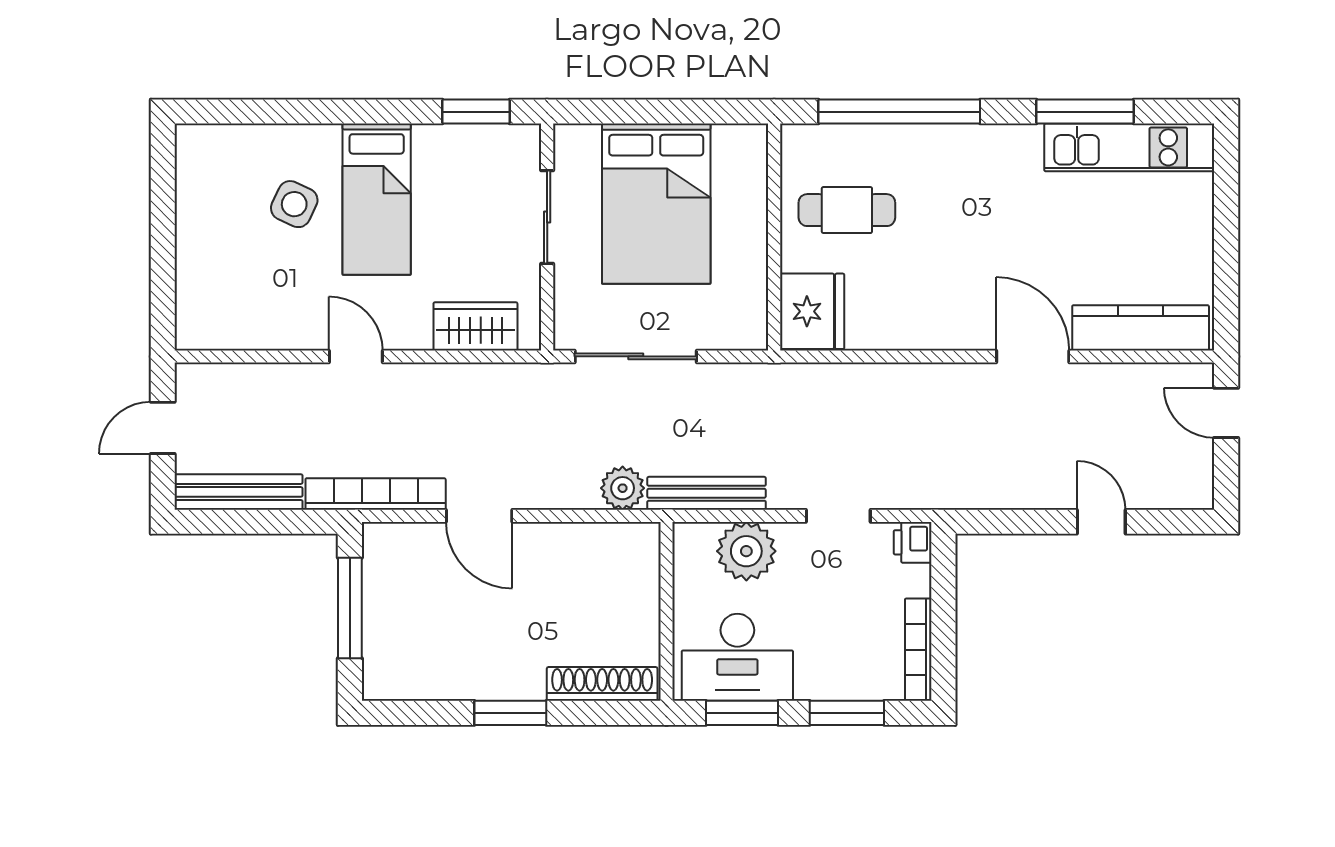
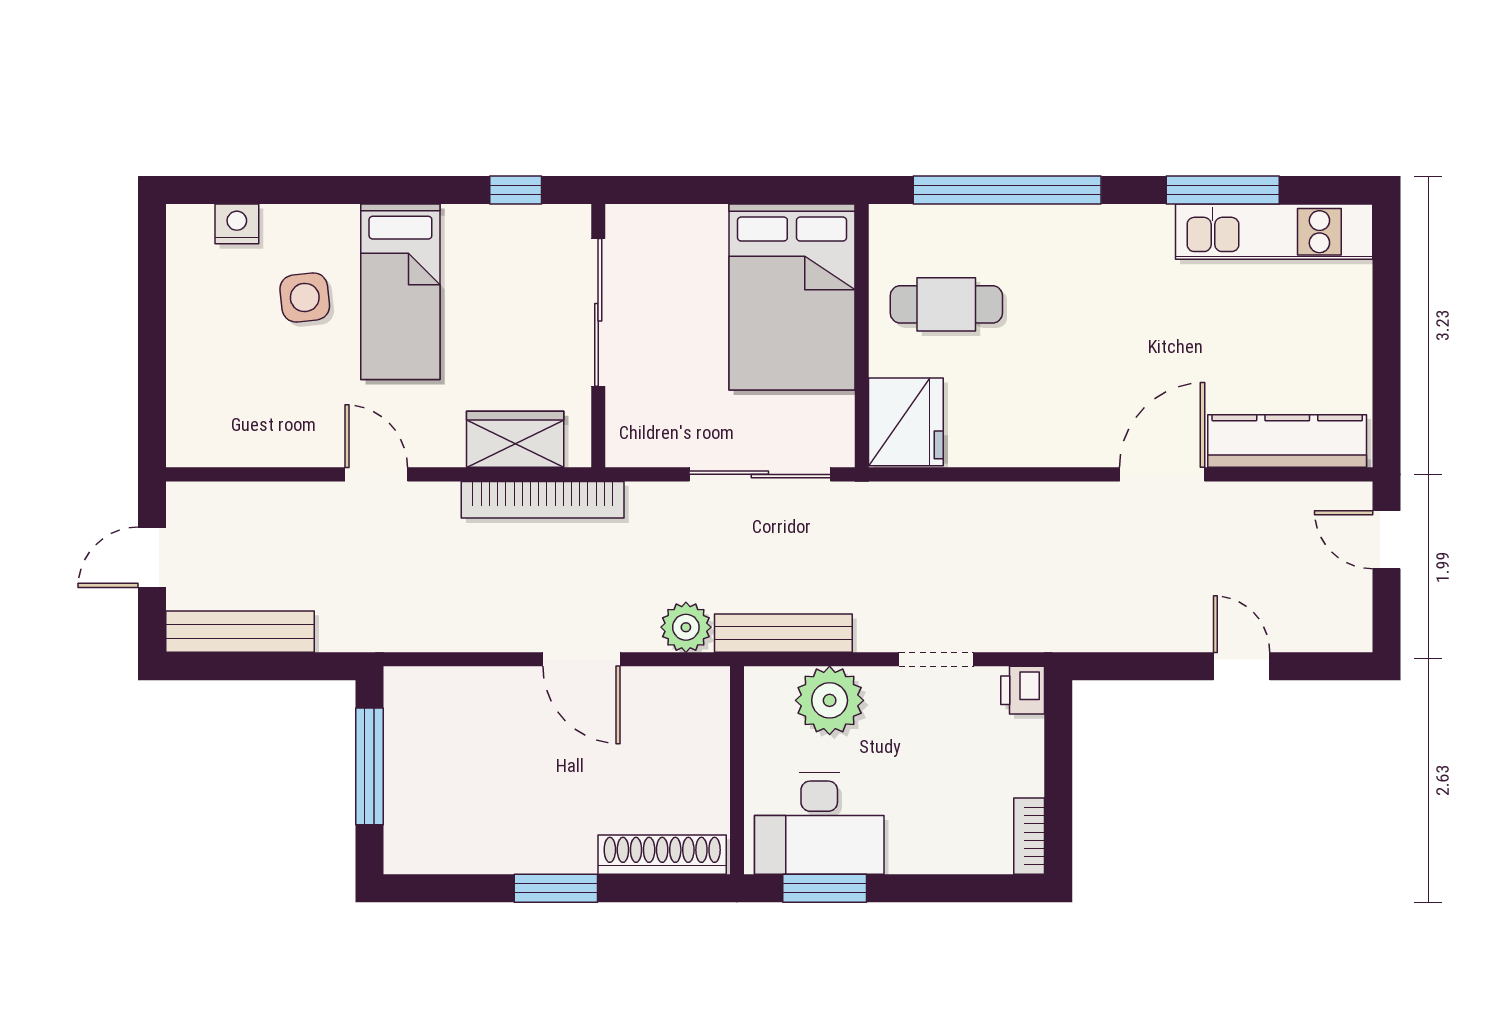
window: (476, 112) -> (516, 190), width x0.67
nightstand: (236, 141) -> (237, 224), added
side table: (294, 204) -> (305, 297), turned -31
bed: (656, 204) -> (792, 297), moved
sliding door: (547, 217) -> (598, 312), width x1.37
sliding door: (636, 356) -> (760, 474), moved
door: (1033, 356) -> (1162, 474), hinge flipped
bookcase: (376, 494) -> (543, 500), moved, turned 180
door: (479, 516) -> (581, 659), moved
bookcase: (918, 650) -> (1029, 836), width x0.64
window: (847, 713) -> (946, 888), removed

